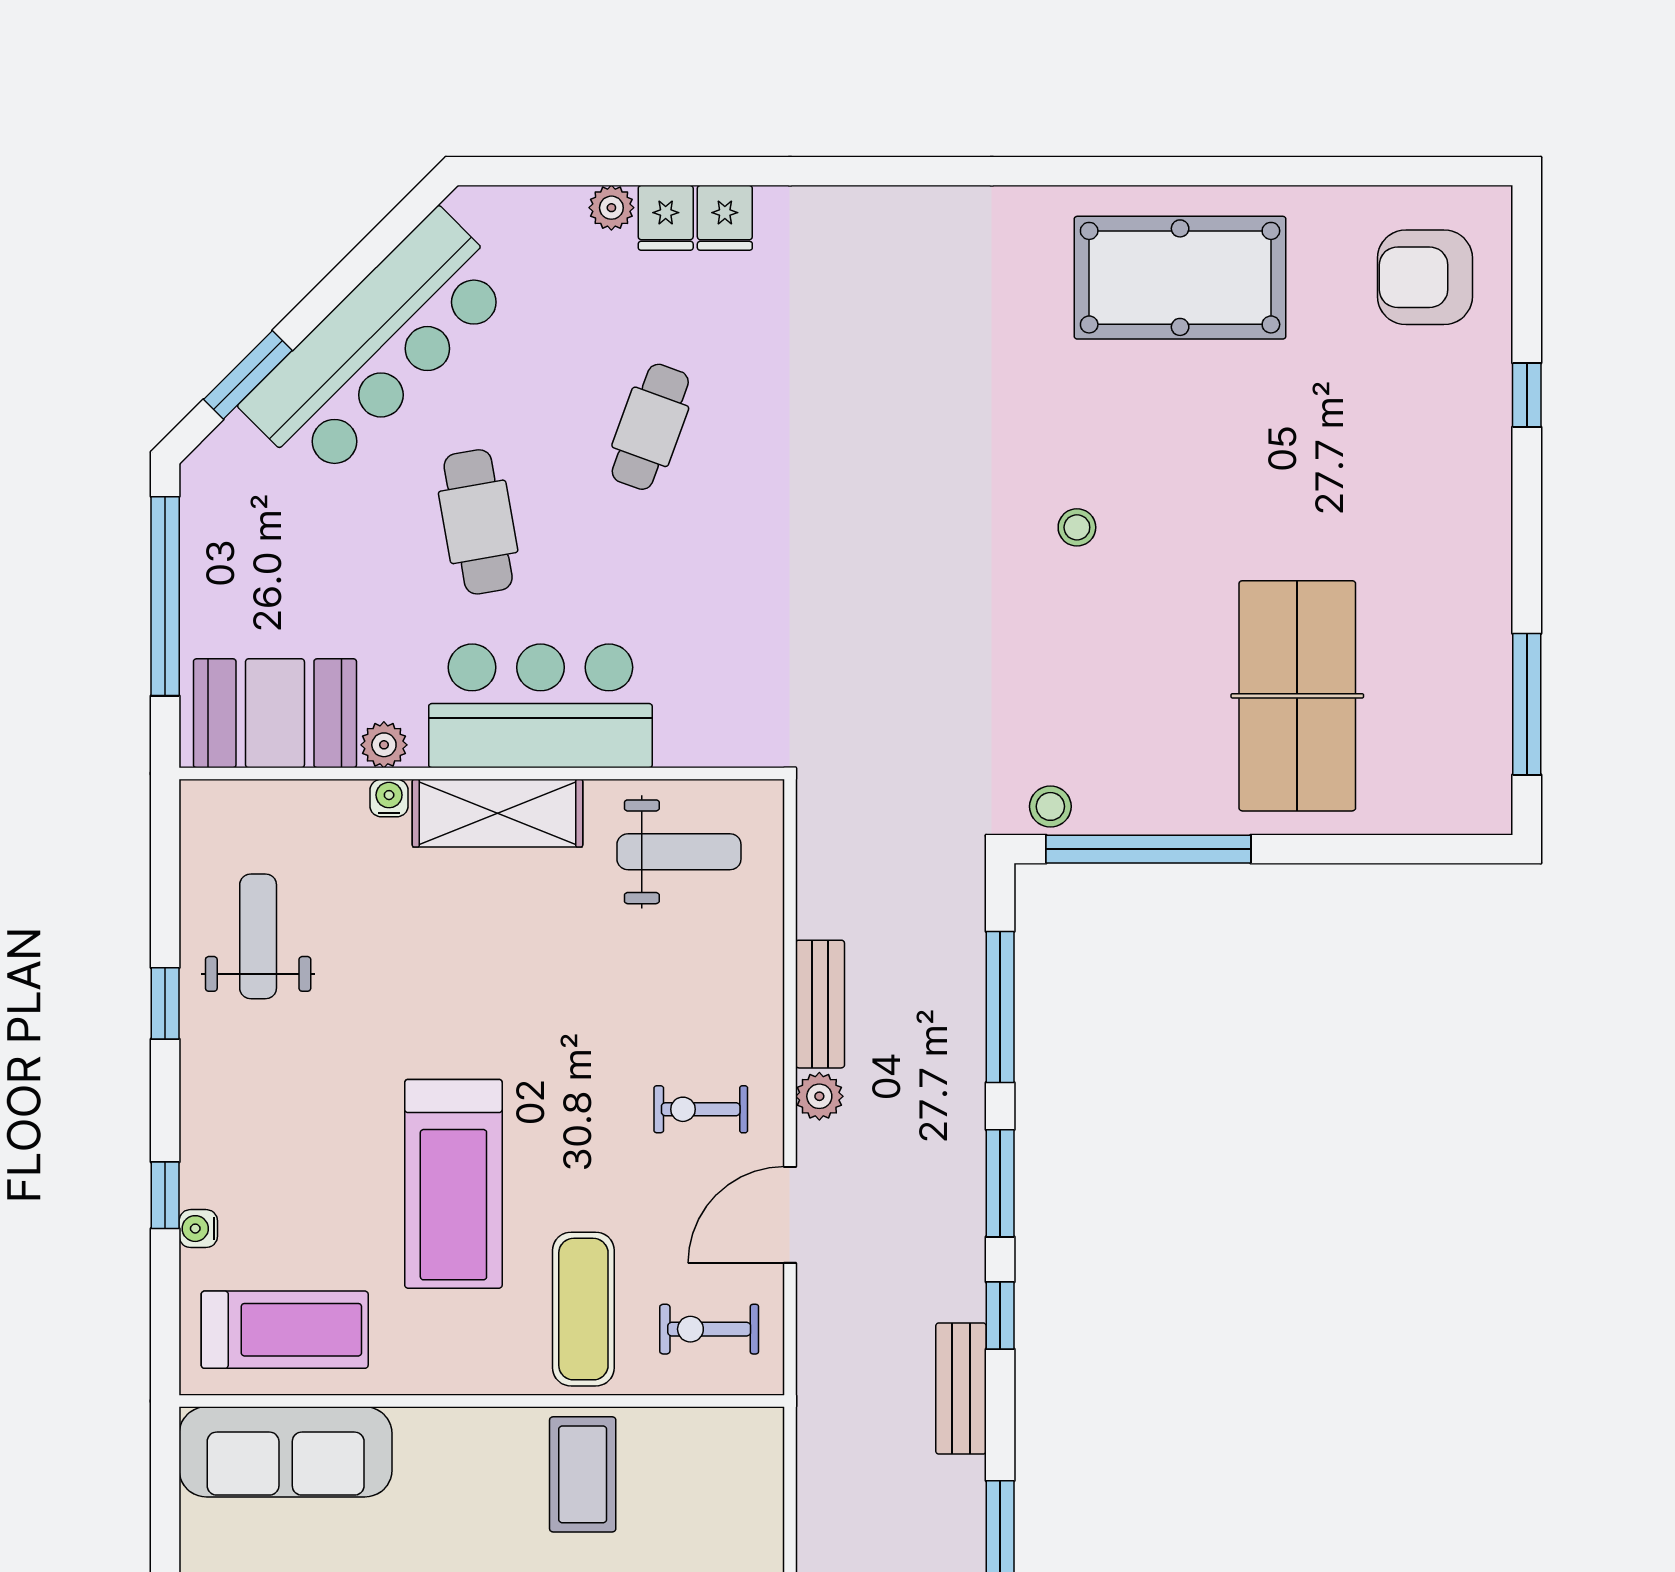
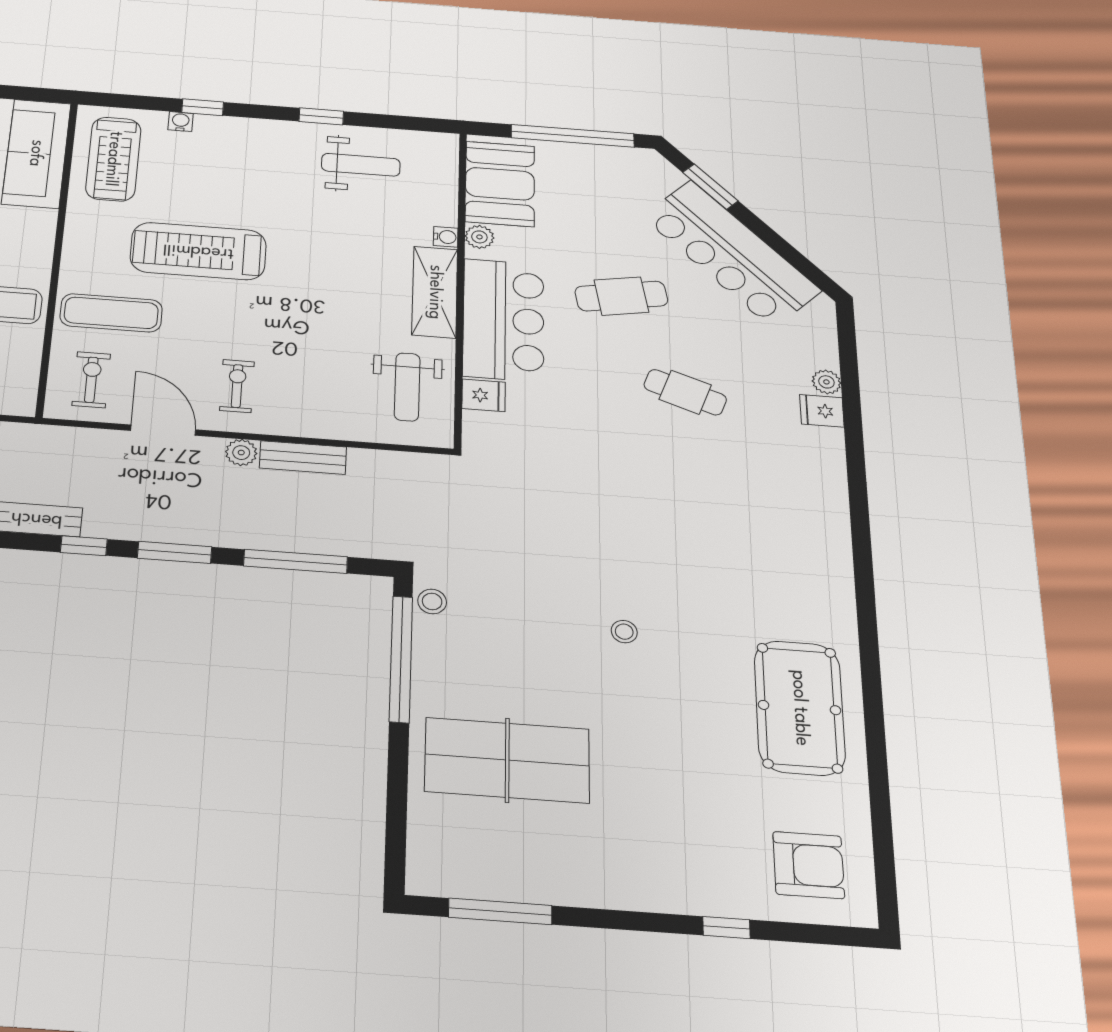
fridge: (725, 218) -> (484, 395), moved, turned 180
armchair: (1425, 277) -> (809, 865), turned 90

